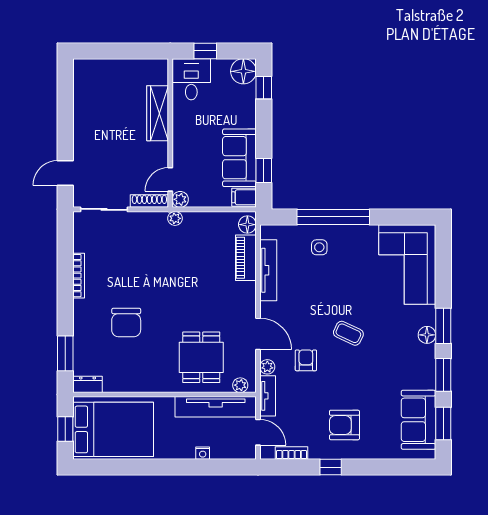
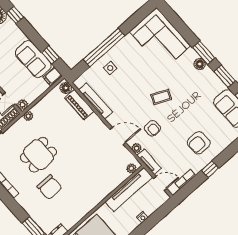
dining table: (201, 357) -> (39, 155), moved, turned 90
armchair: (306, 360) -> (152, 128), turned 180

